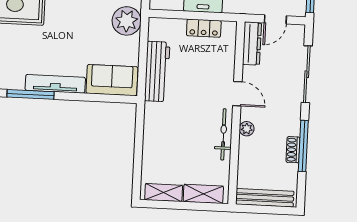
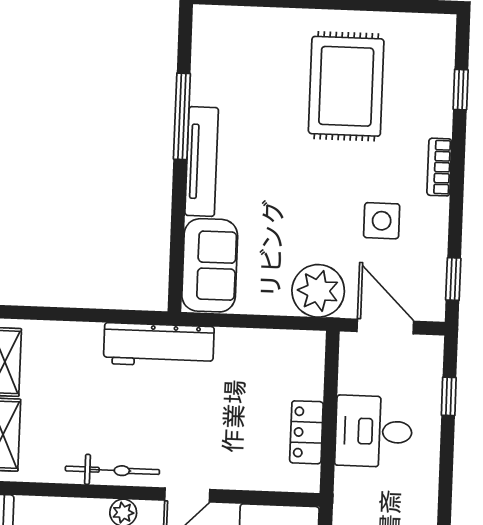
workbench: (157, 71) -> (159, 345), moved

